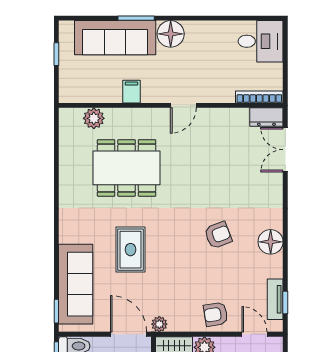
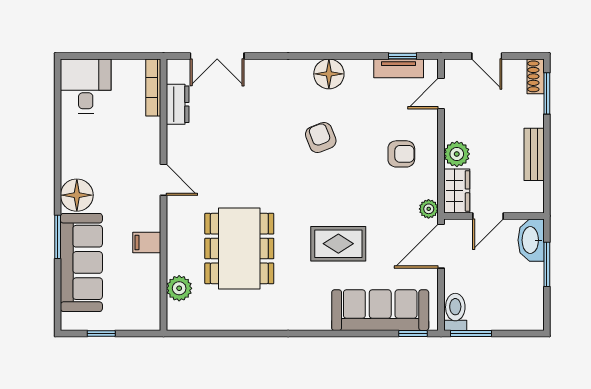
dresser: (266, 117) -> (178, 104), moved
armchair: (216, 314) -> (401, 154), moved, turned -81

